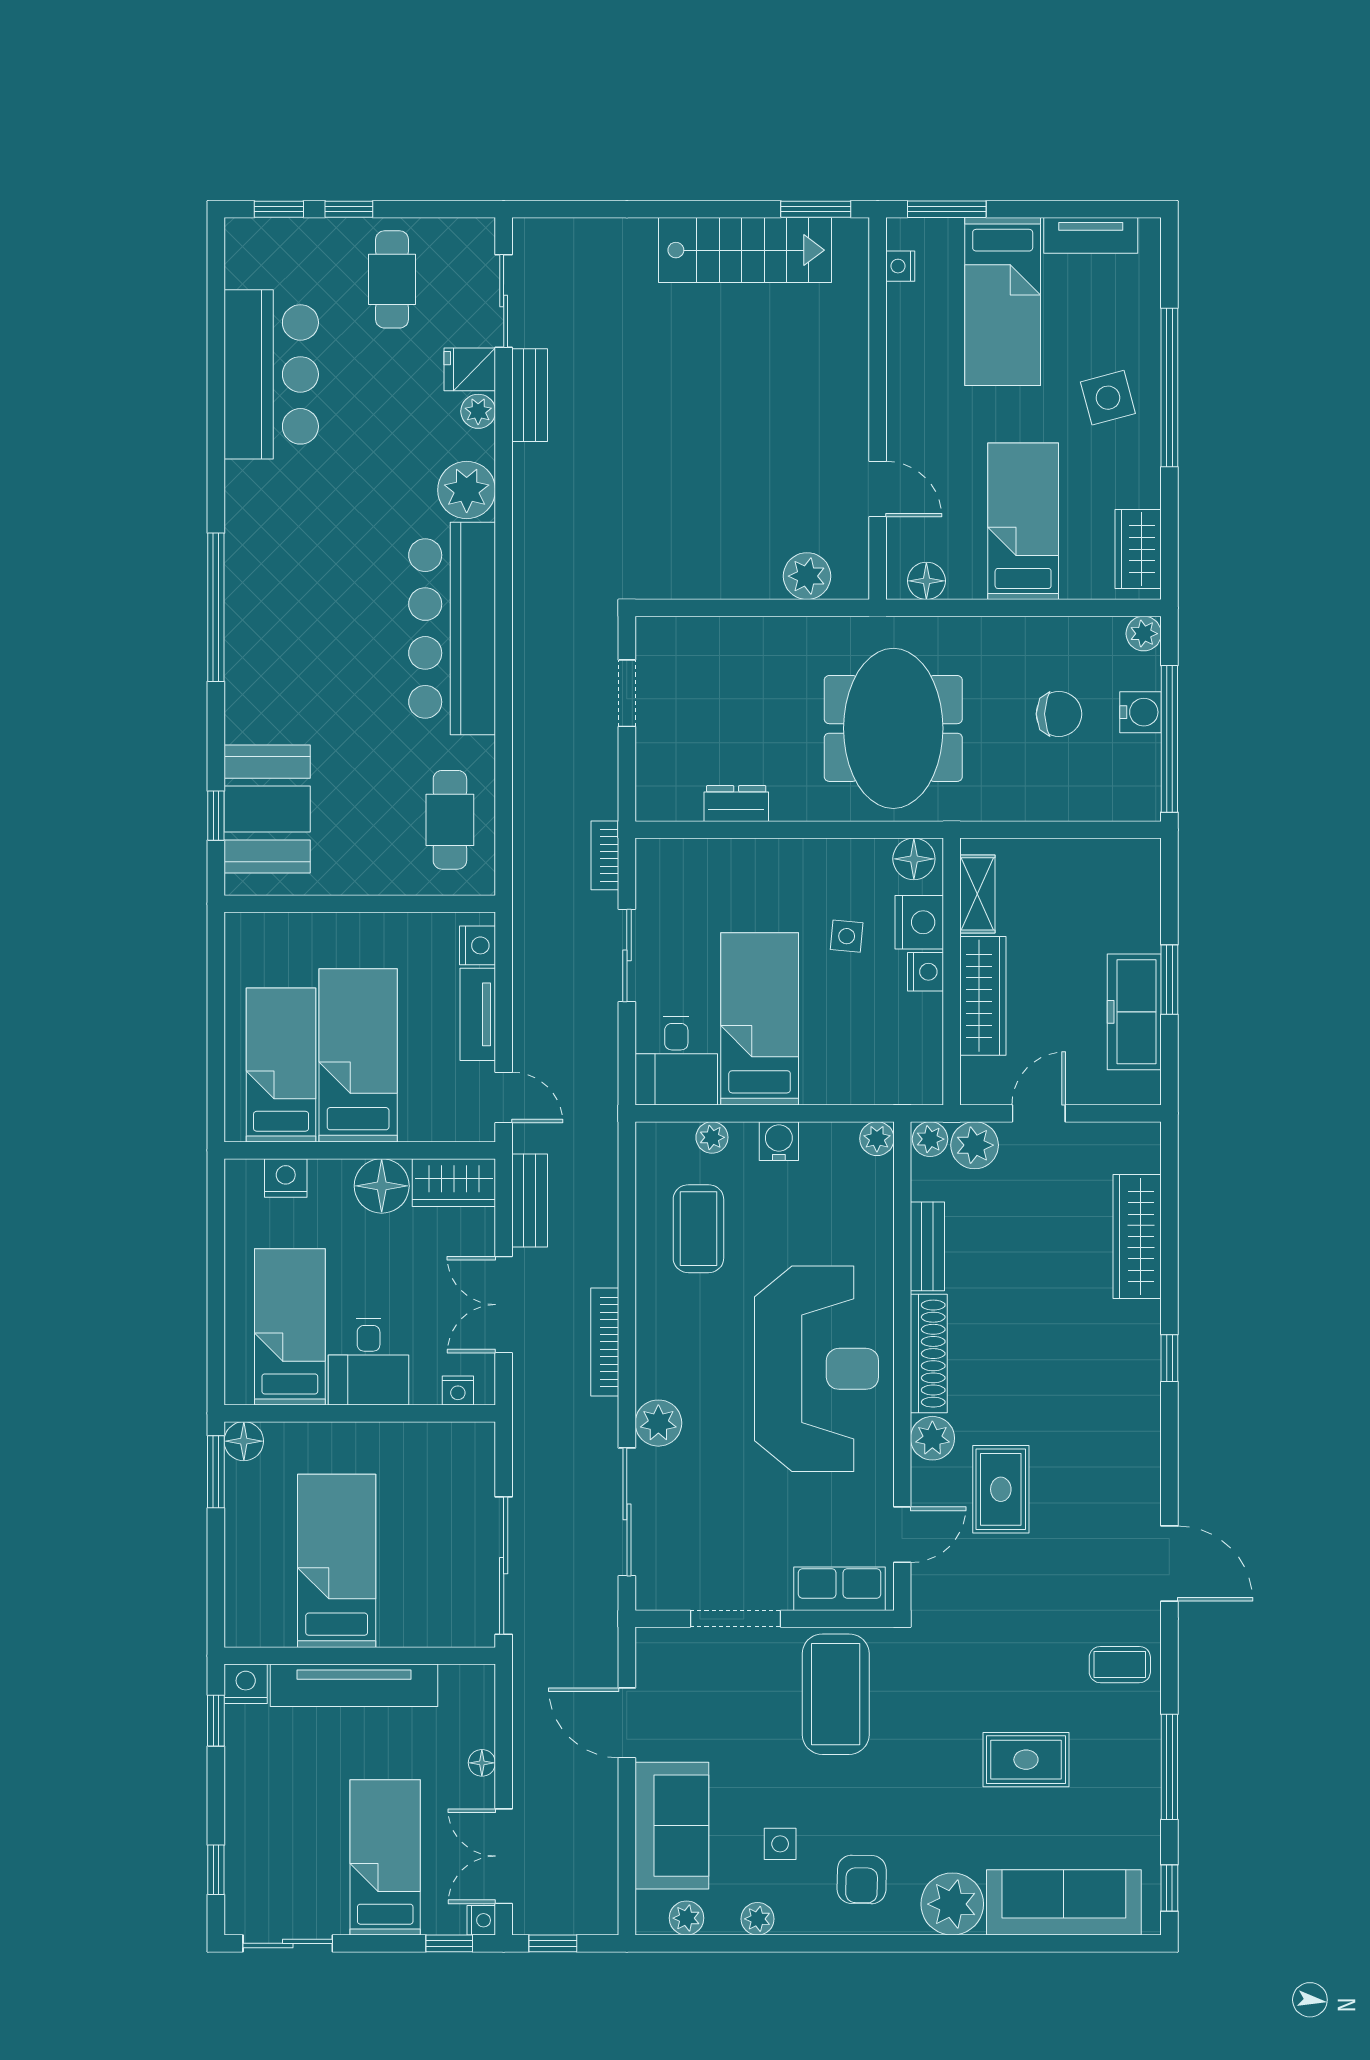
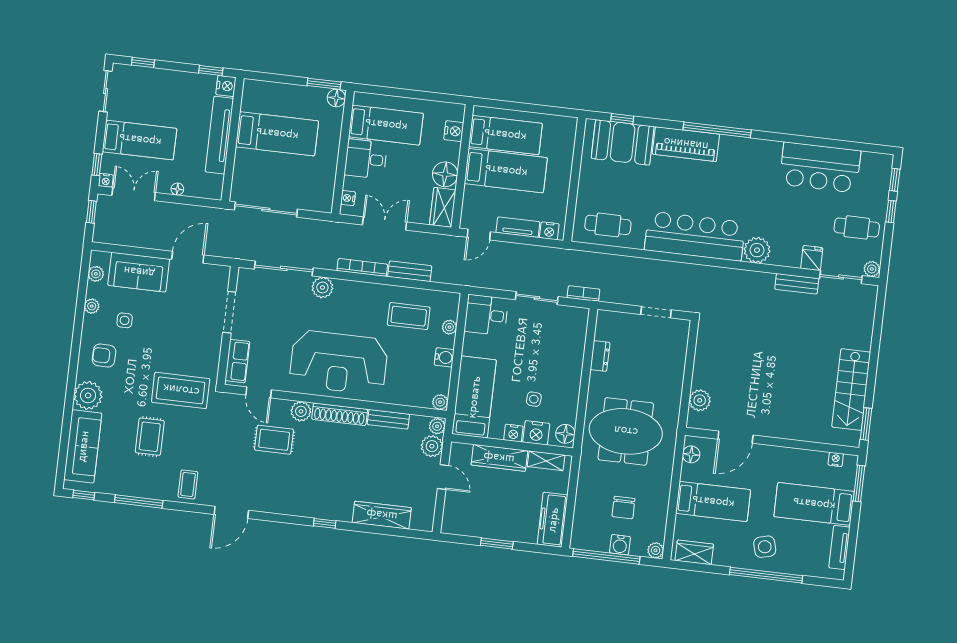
plant: (478, 411) -> (872, 269), moved
door: (878, 489) -> (735, 437), width x1.38
piano: (255, 671) -> (686, 144), added
freezer: (1134, 1012) -> (553, 520), moved, turned -90
bed: (760, 1019) -> (474, 397), moved, turned -90
bench: (530, 1200) -> (410, 271), moved
coffee table: (836, 1694) -> (181, 390), moved

